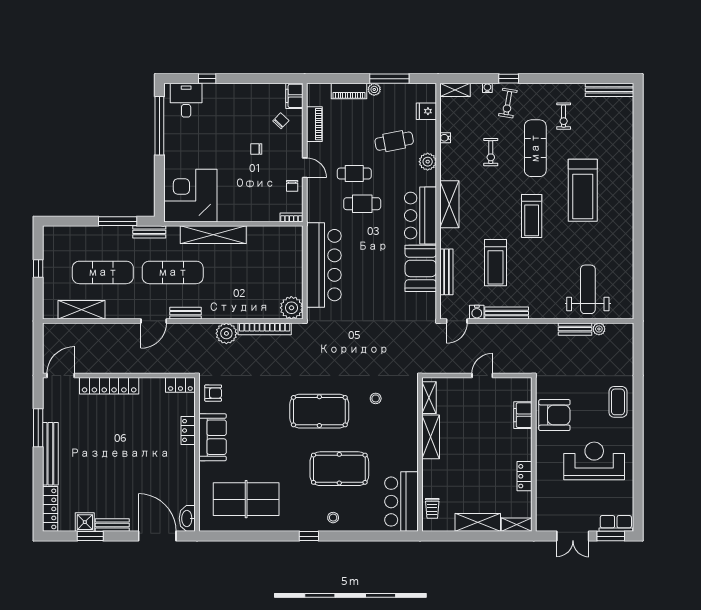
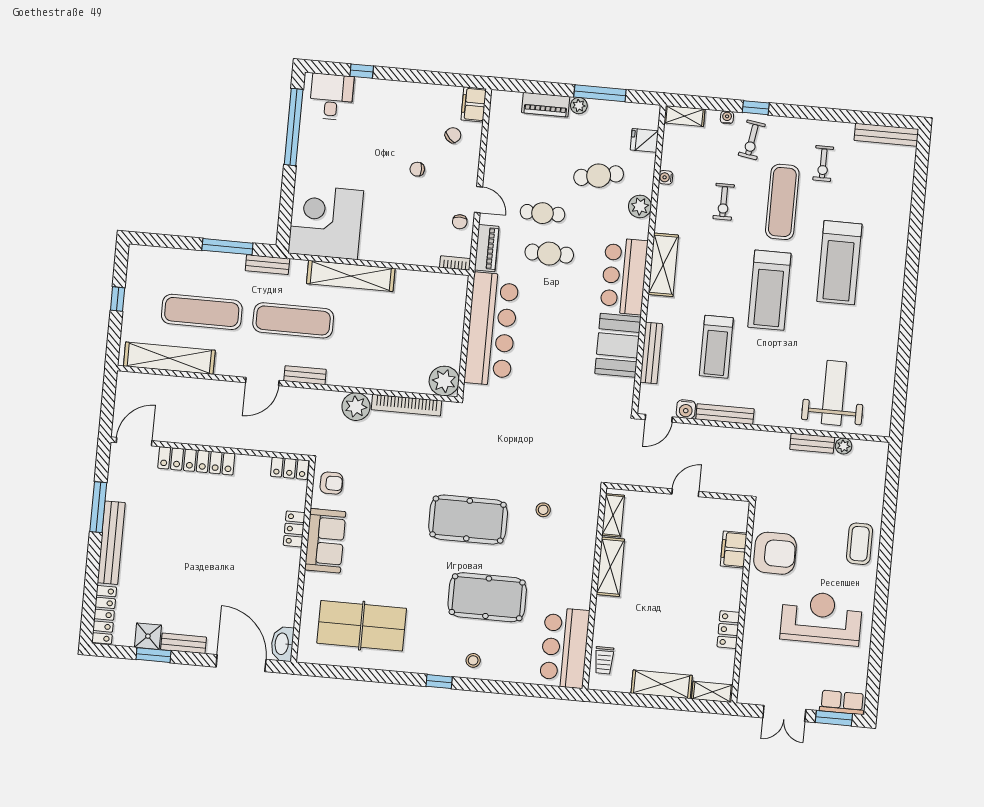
piano: (314, 124) -> (487, 248), moved
treadmill: (532, 216) -> (769, 290), width x1.37, depth x1.38
shelving: (81, 310) -> (169, 358), width x1.47

